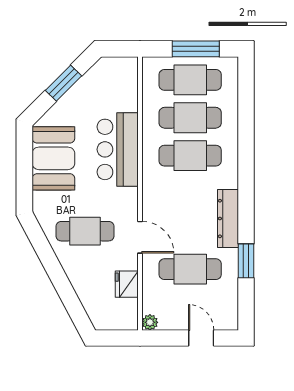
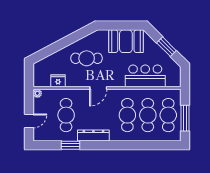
bar counter: (118, 149) -> (145, 76), moved
cafe table: (85, 231) -> (87, 58), turned 90
door: (140, 237) -> (98, 88), moved

